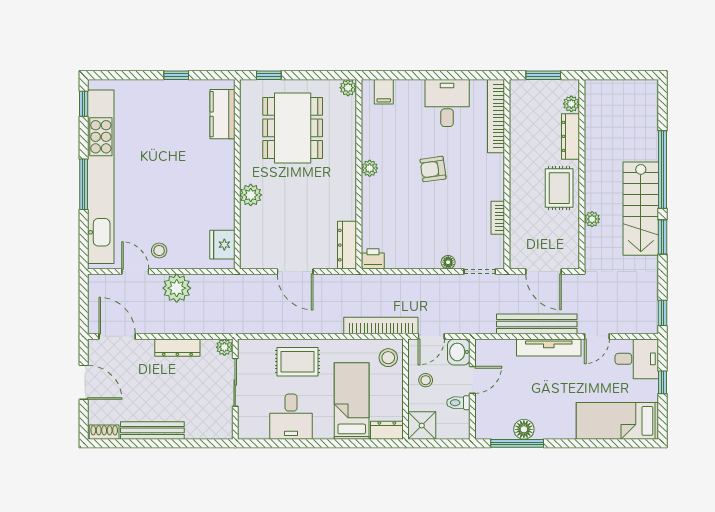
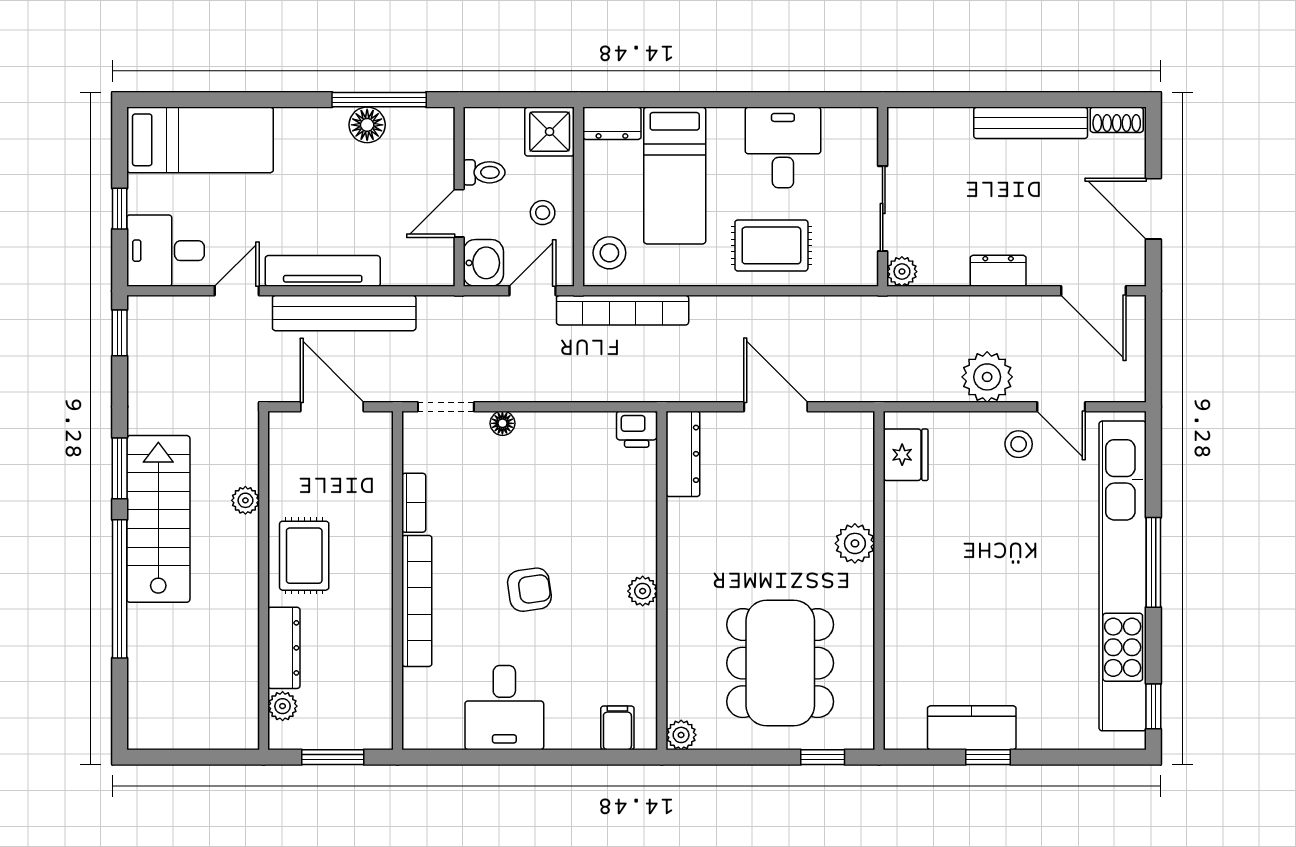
kitchen counter: (222, 114) -> (972, 728), moved, turned -90
bookcase: (496, 116) -> (417, 601), moved
dresser: (177, 348) -> (998, 271), width x0.70

